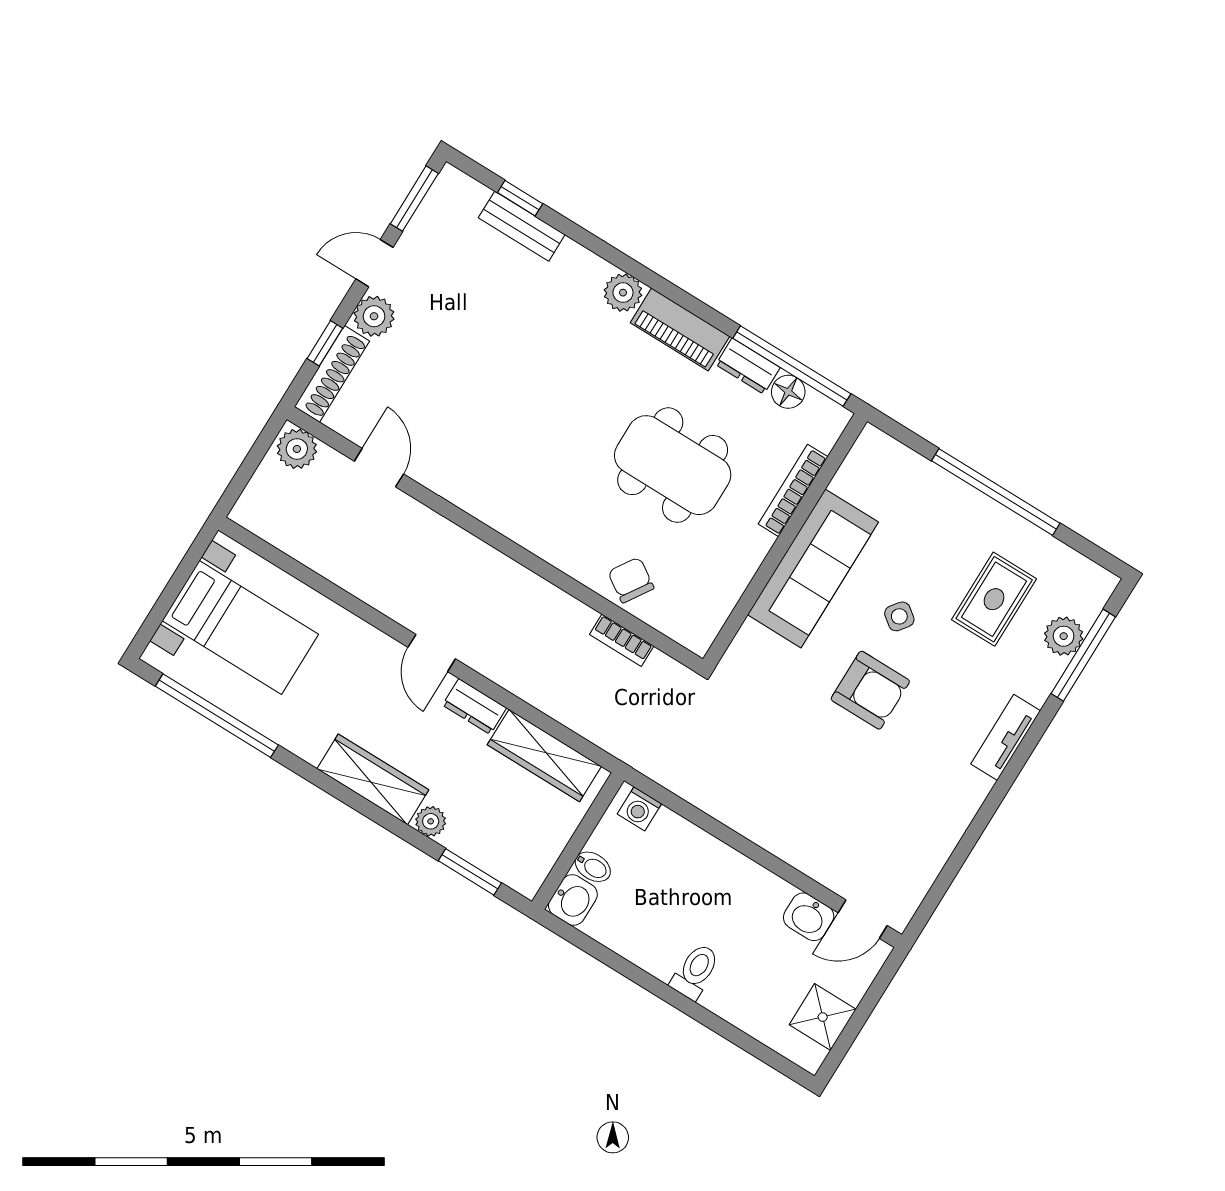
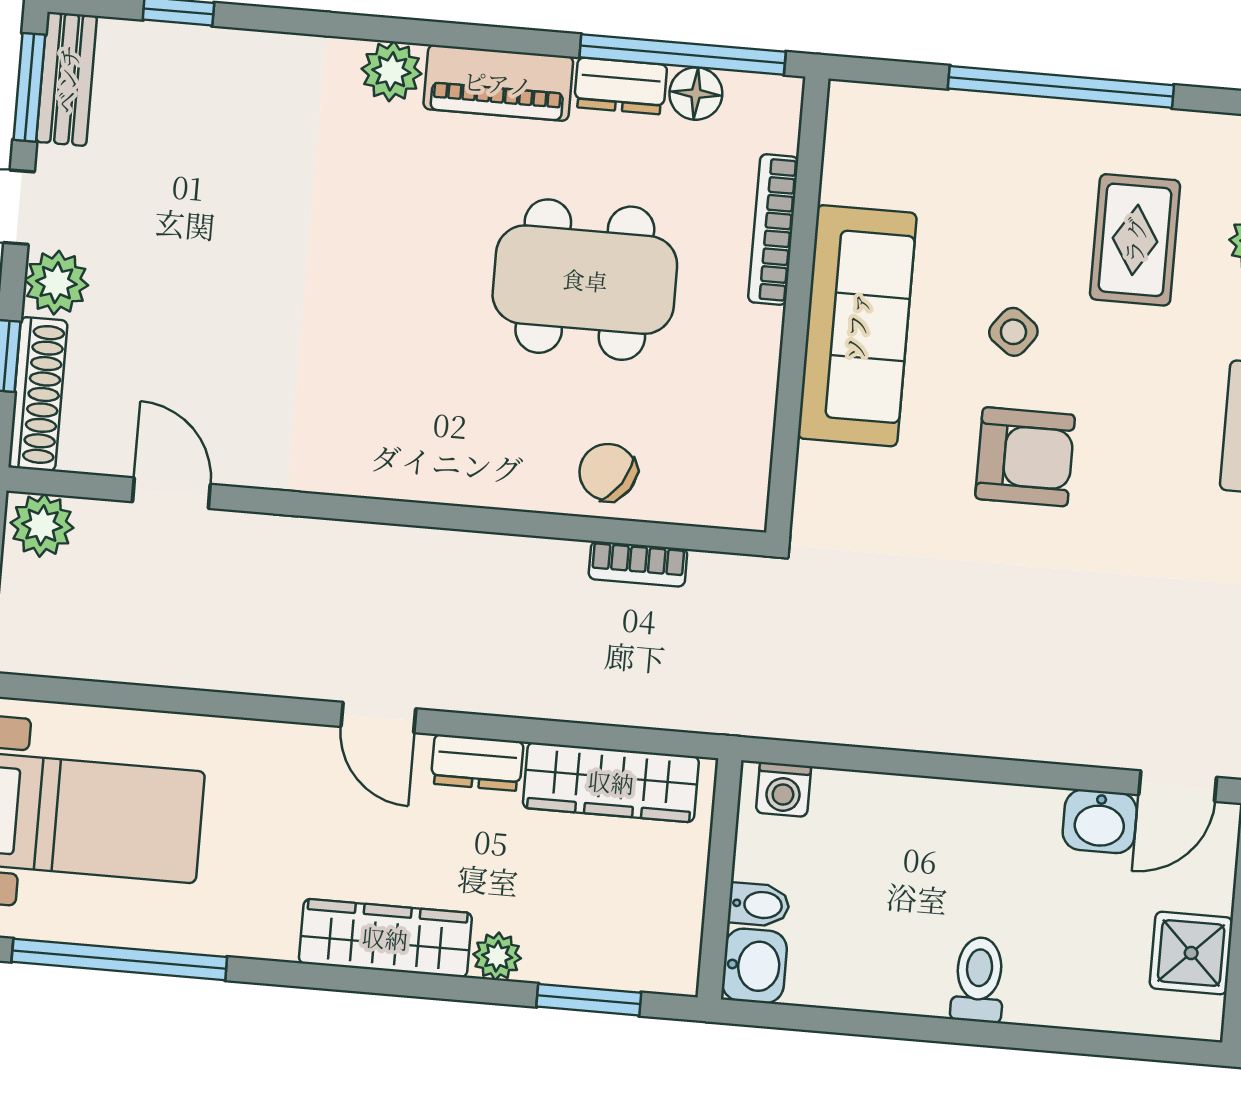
bench: (522, 226) -> (67, 79), moved, turned 90

